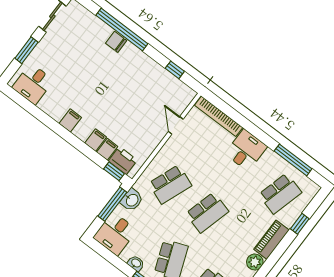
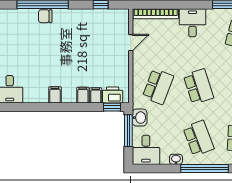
door: (176, 125) -> (131, 43), swing flipped
school desk: (207, 213) -> (199, 87), turned -33

